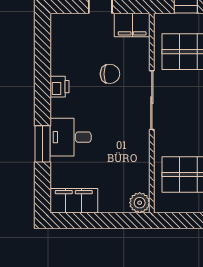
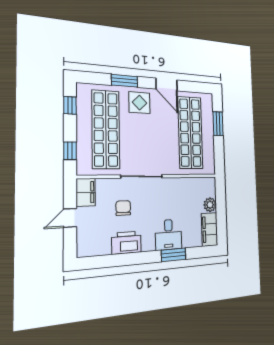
printer: (60, 87) -> (126, 243), width x1.87, depth x1.48
plant: (140, 203) -> (210, 205), moved

